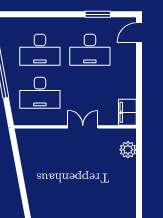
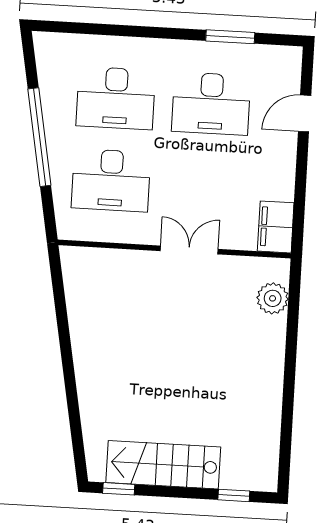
door: (139, 33) -> (305, 113), moved

